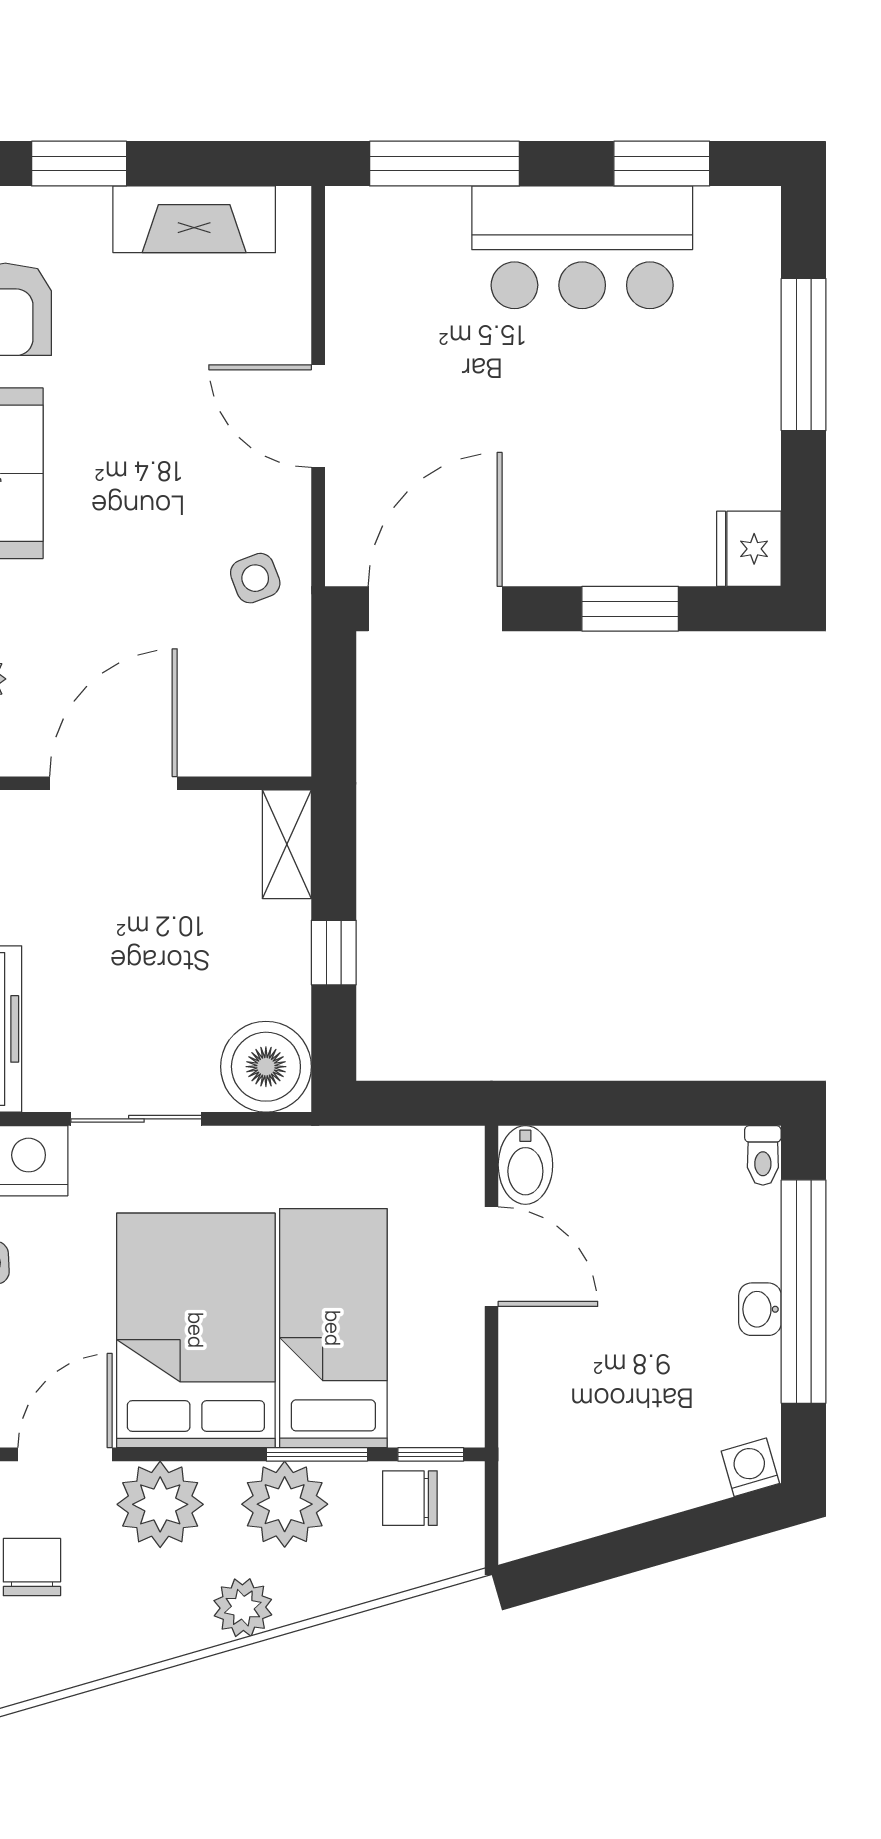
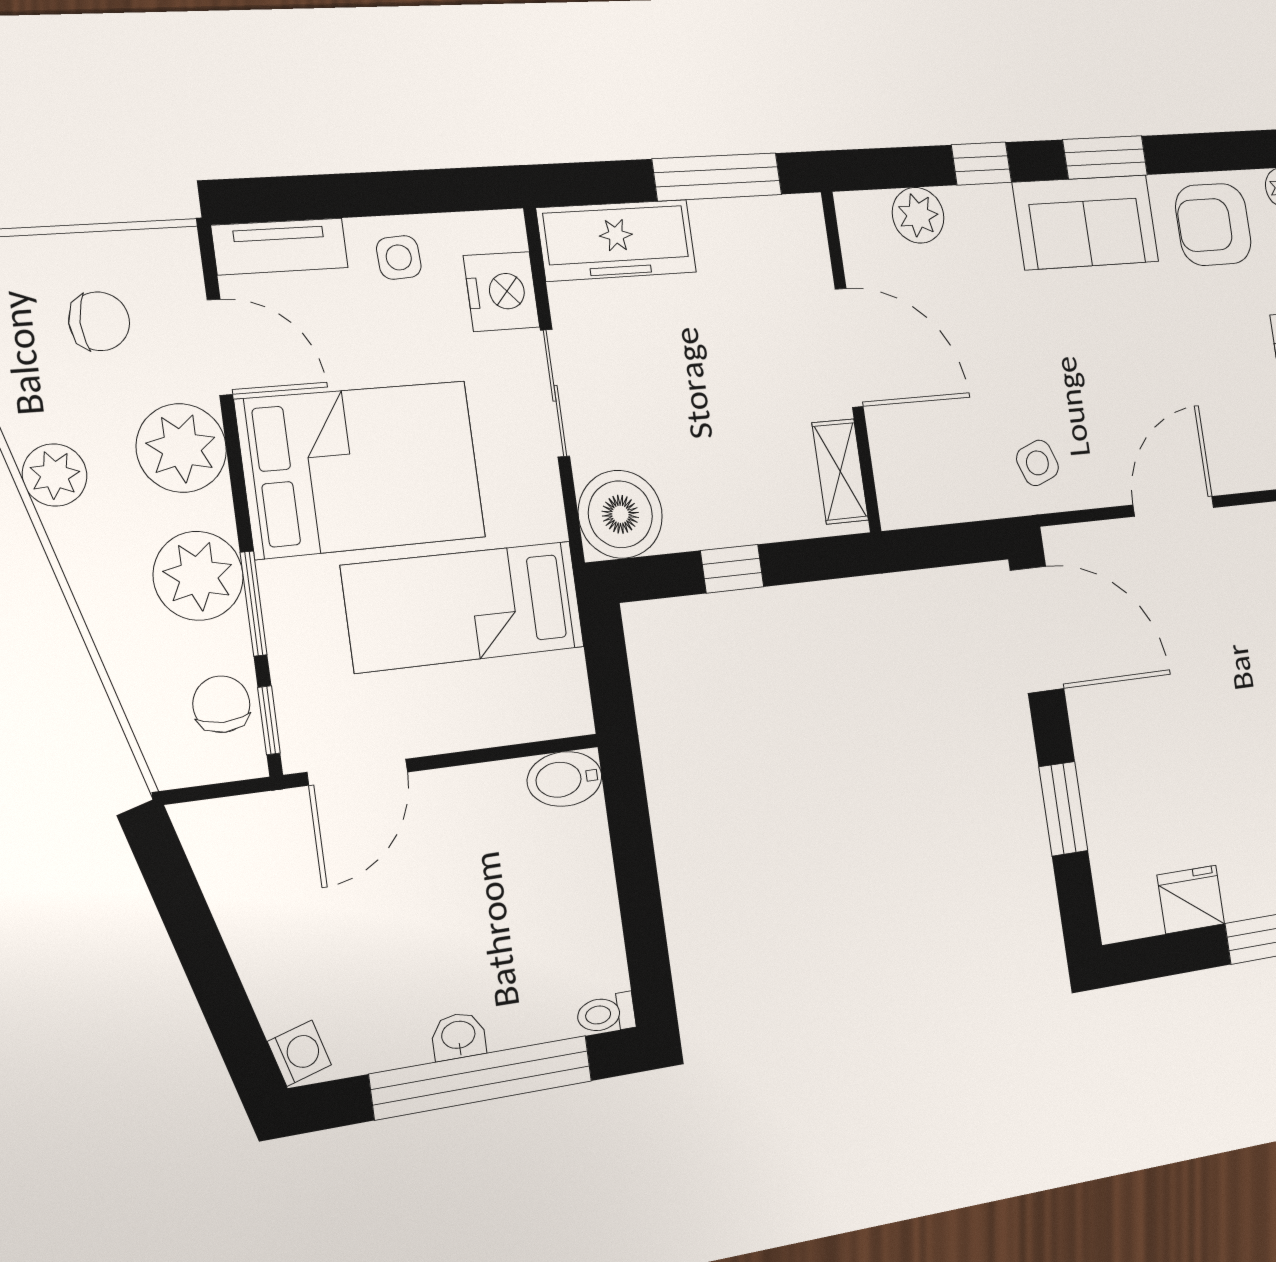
fridge: (749, 549) -> (1191, 899), moved
shelving: (287, 844) -> (840, 471), moved, turned 90
door: (491, 1257) -> (357, 772), moved
bed: (333, 1328) -> (464, 606), moved, turned 180
plant: (243, 1608) -> (55, 475), moved

